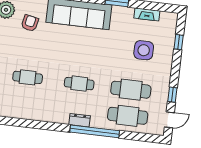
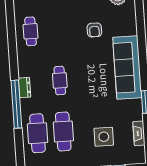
armchair: (30, 23) -> (94, 30), moved, turned 78
cafe table: (28, 77) -> (31, 31), moved

